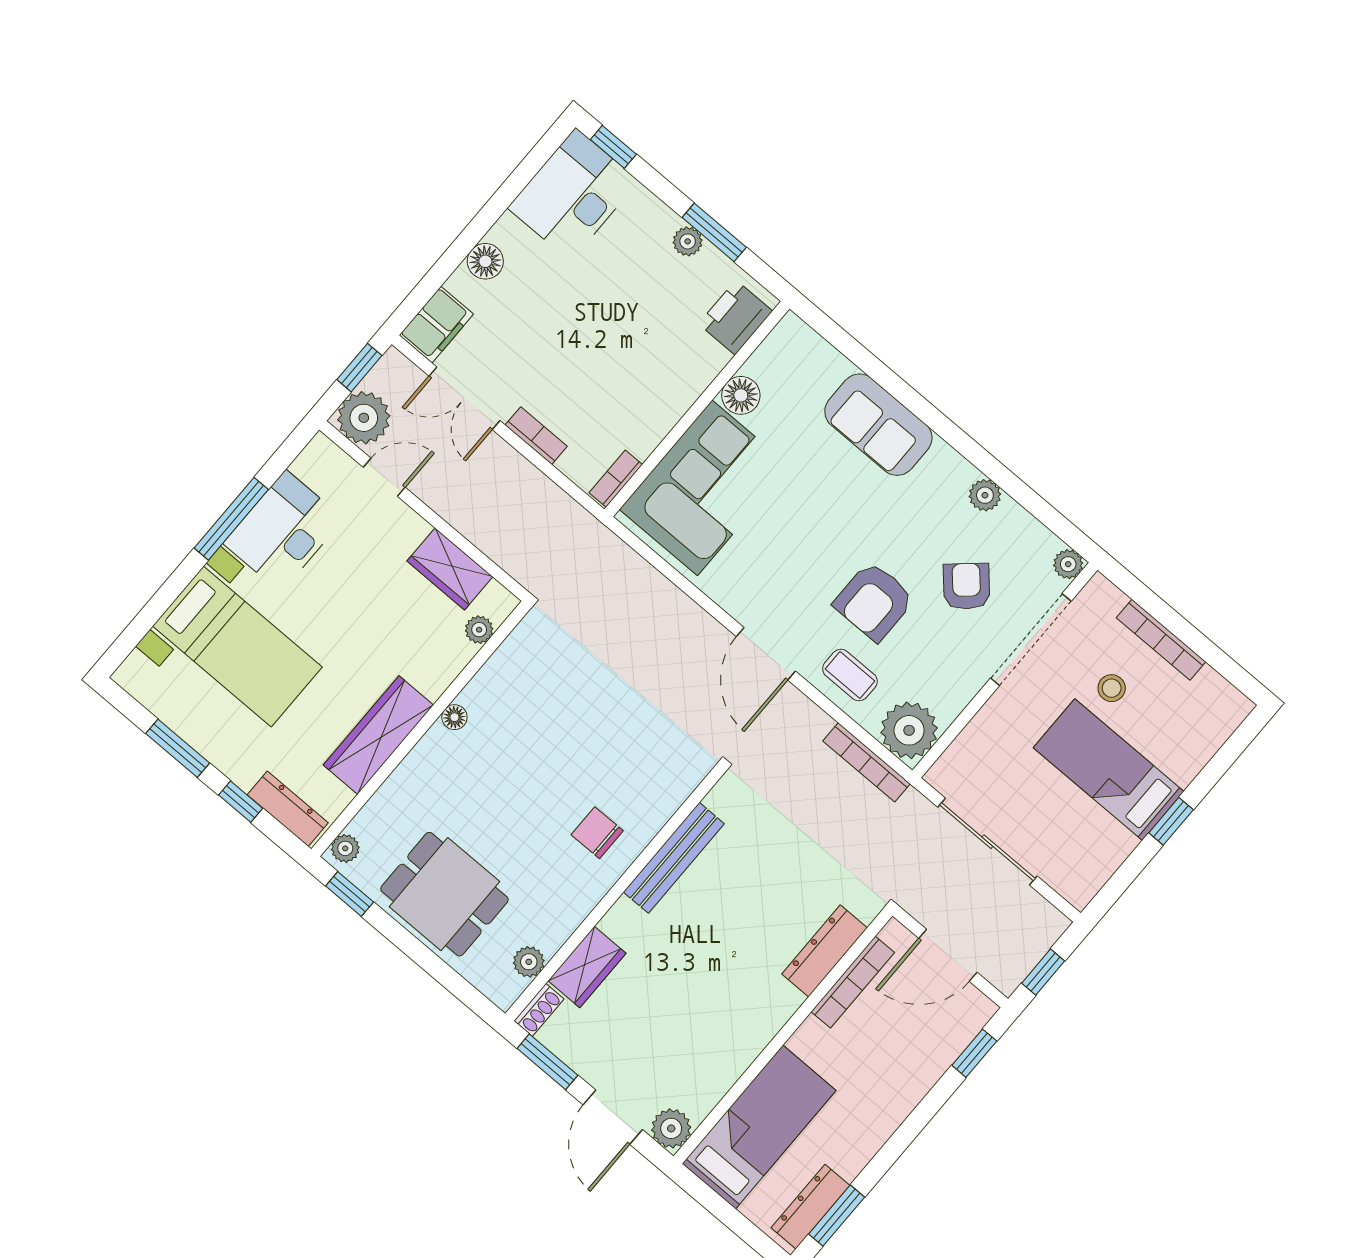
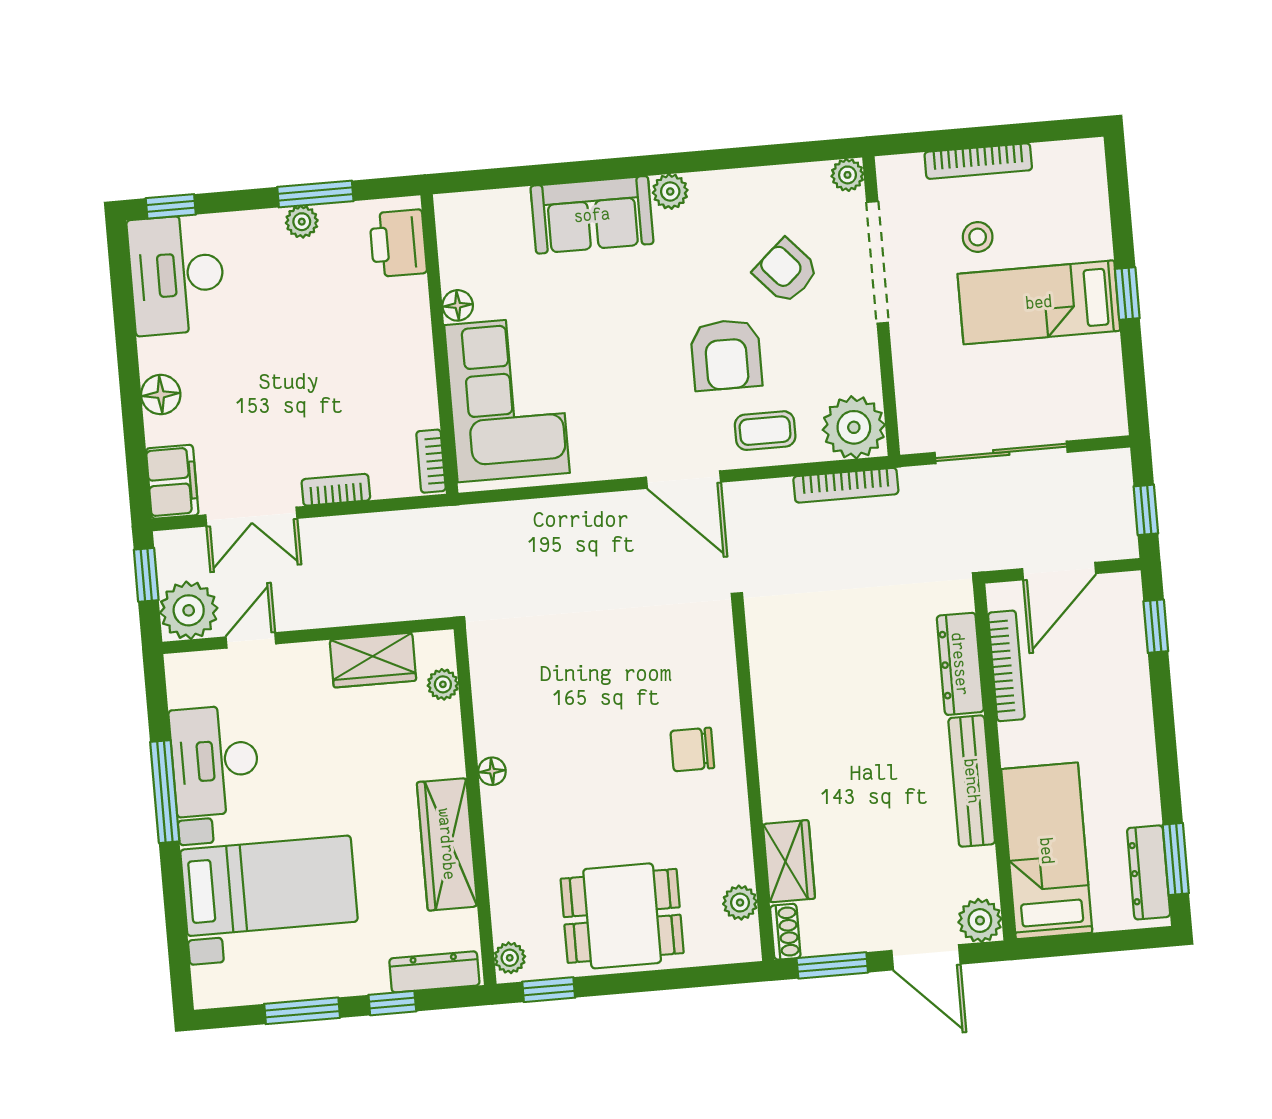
floor lamp: (741, 395) -> (458, 305), width x0.73, depth x0.73
plant: (985, 495) -> (670, 191), moved
bench: (674, 858) -> (972, 781), moved

